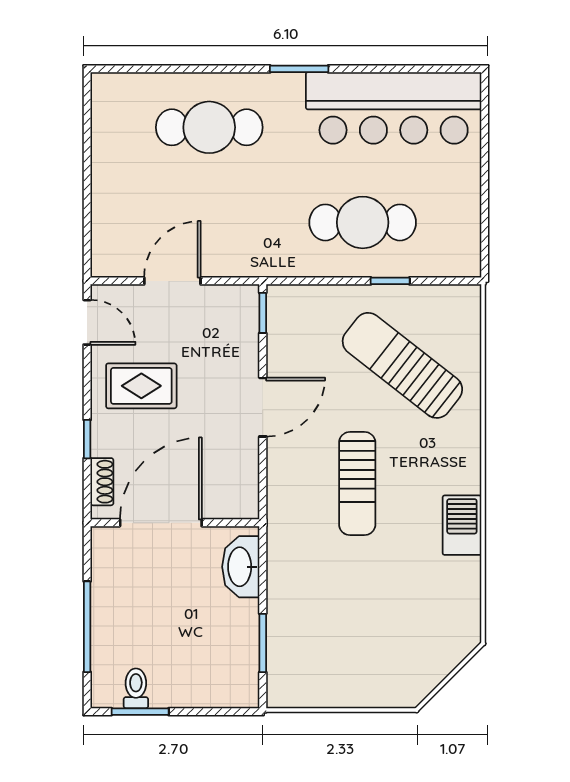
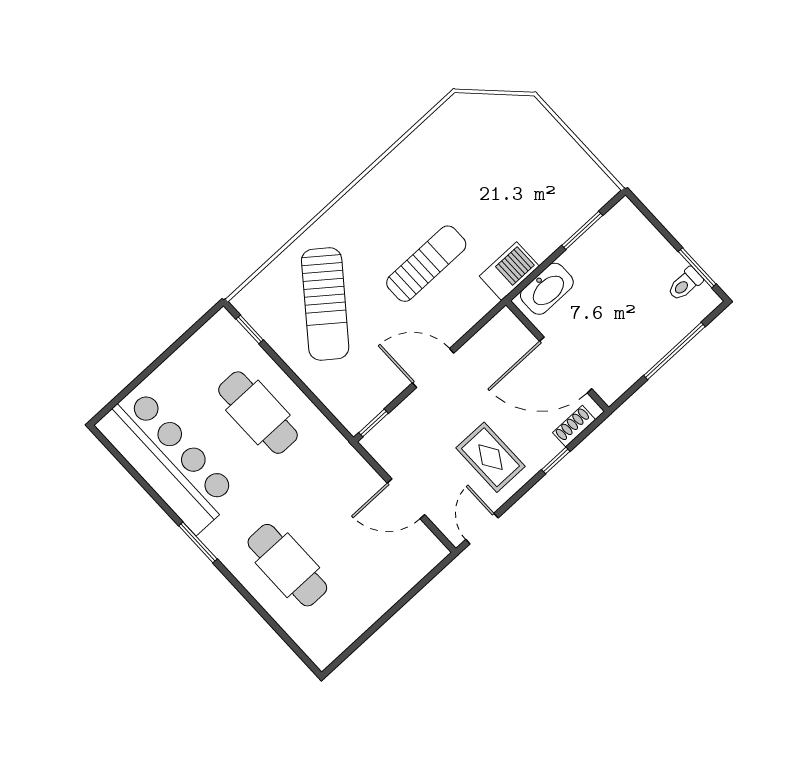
window: (390, 281) -> (250, 329), moved
barbecue: (462, 525) -> (509, 271), moved, turned 180

